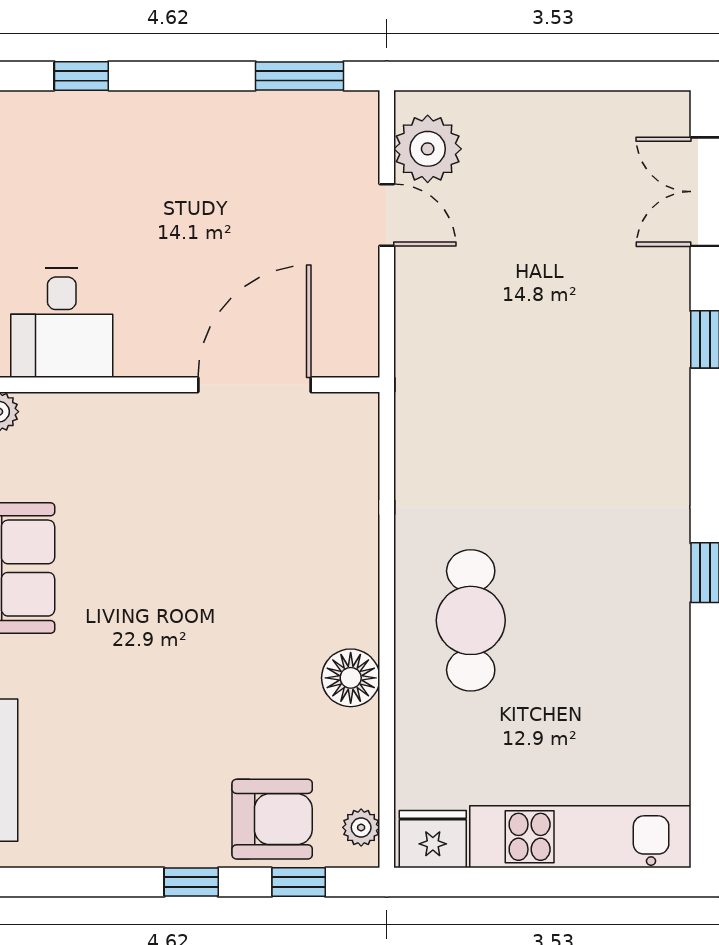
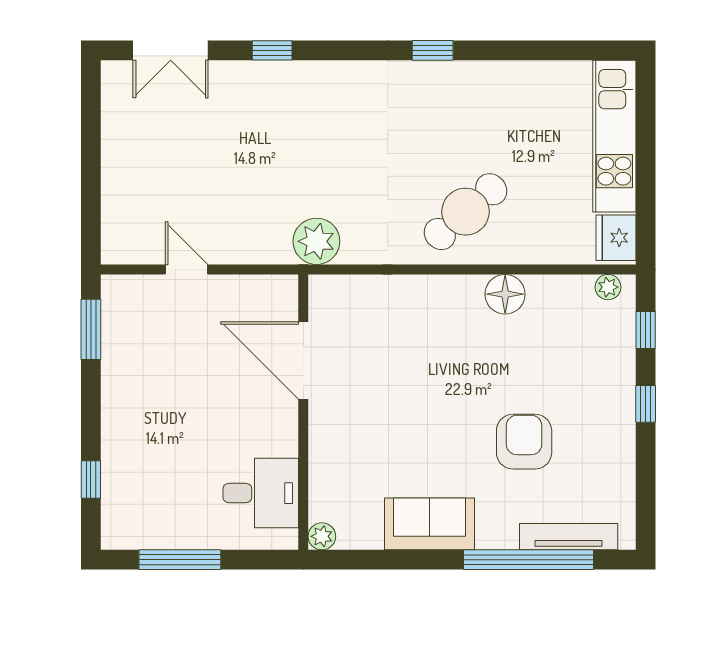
plant: (428, 149) -> (316, 241), moved
door: (387, 215) -> (187, 269), hinge flipped
cafe table: (471, 620) -> (466, 212), turned -41
armchair: (272, 819) -> (524, 442), moved

